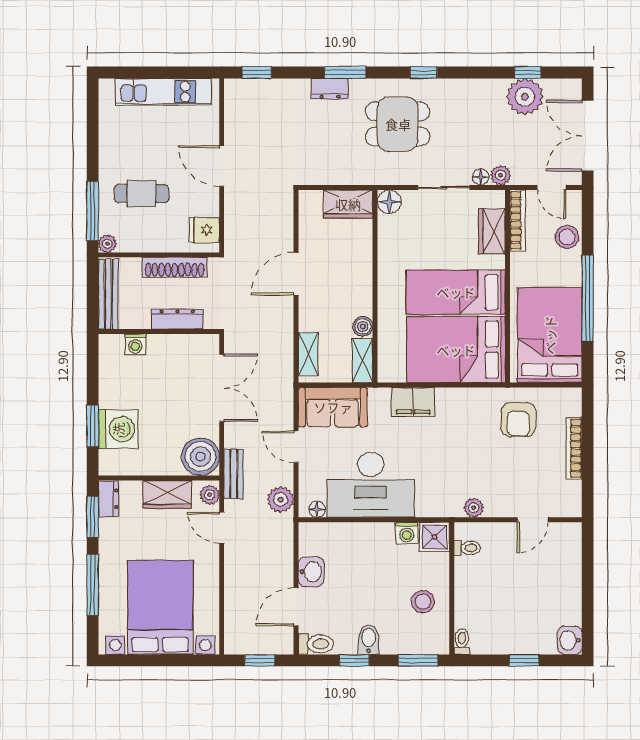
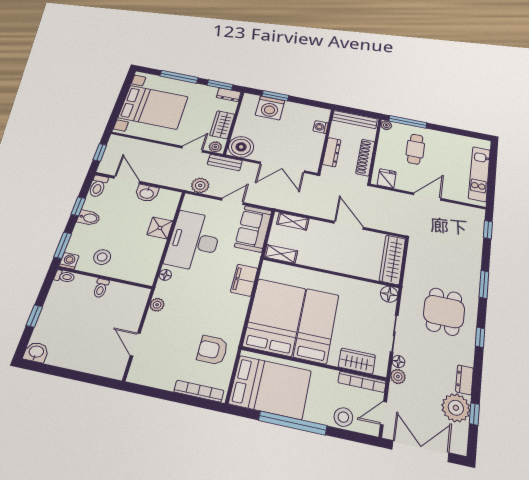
dresser: (330, 89) -> (465, 380), moved
wardrobe: (348, 204) -> (392, 260), width x1.50
boiler: (363, 326) -> (304, 259), removed
bookcase: (574, 448) -> (199, 391), moved
floor lamp: (317, 509) -> (165, 275), moved
washing machine: (407, 533) -> (69, 261), moved, turned 90
shower: (434, 537) -> (160, 228), moved
toilet: (467, 548) -> (101, 288), moved

